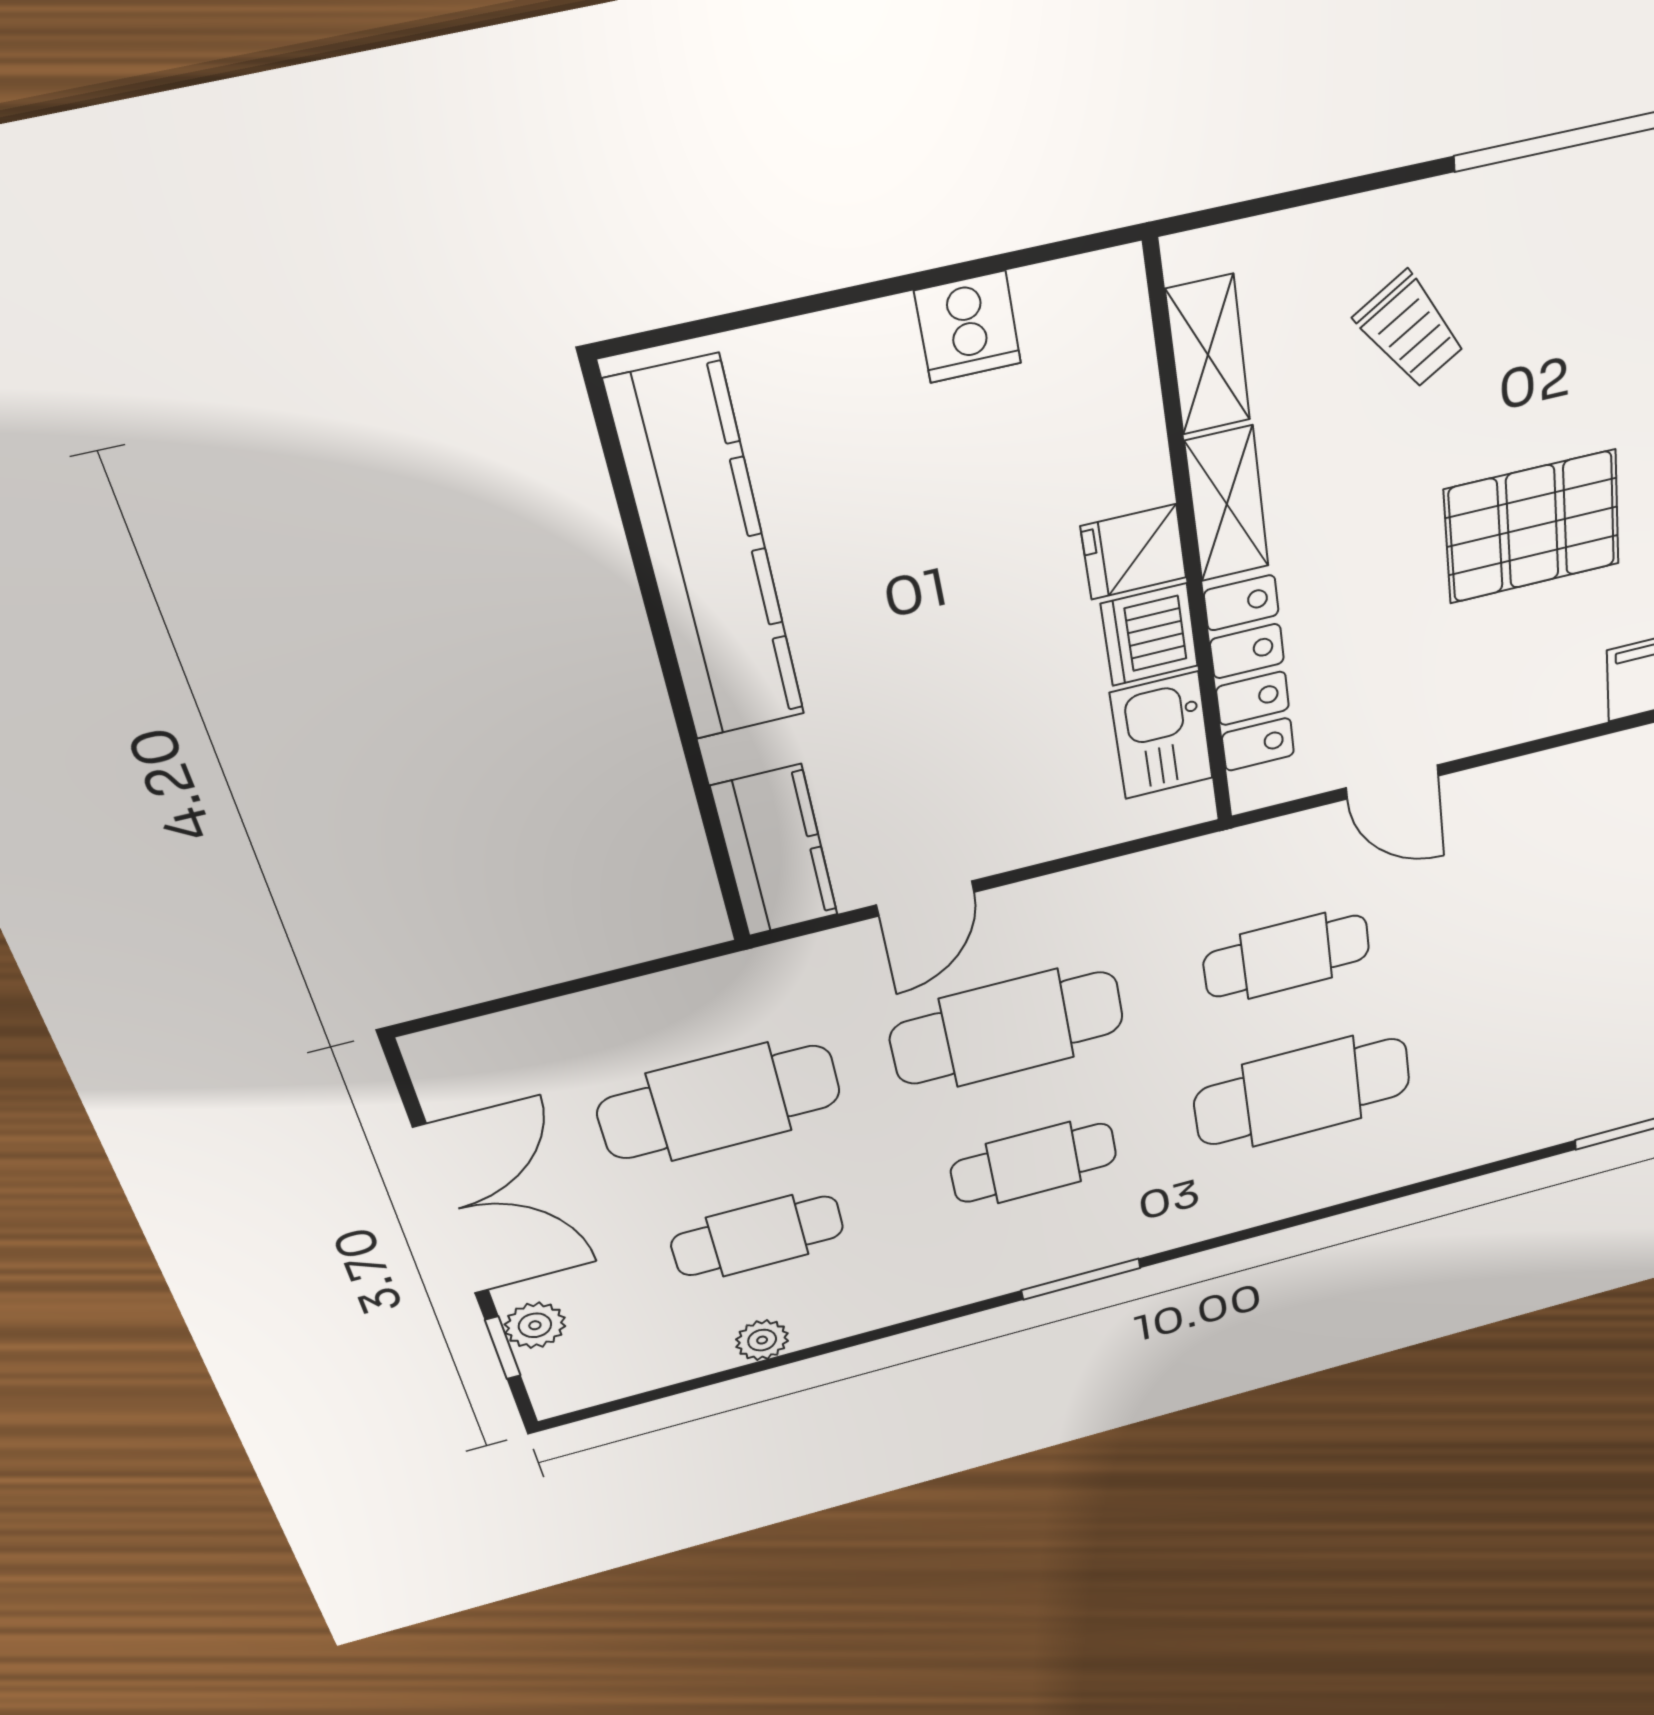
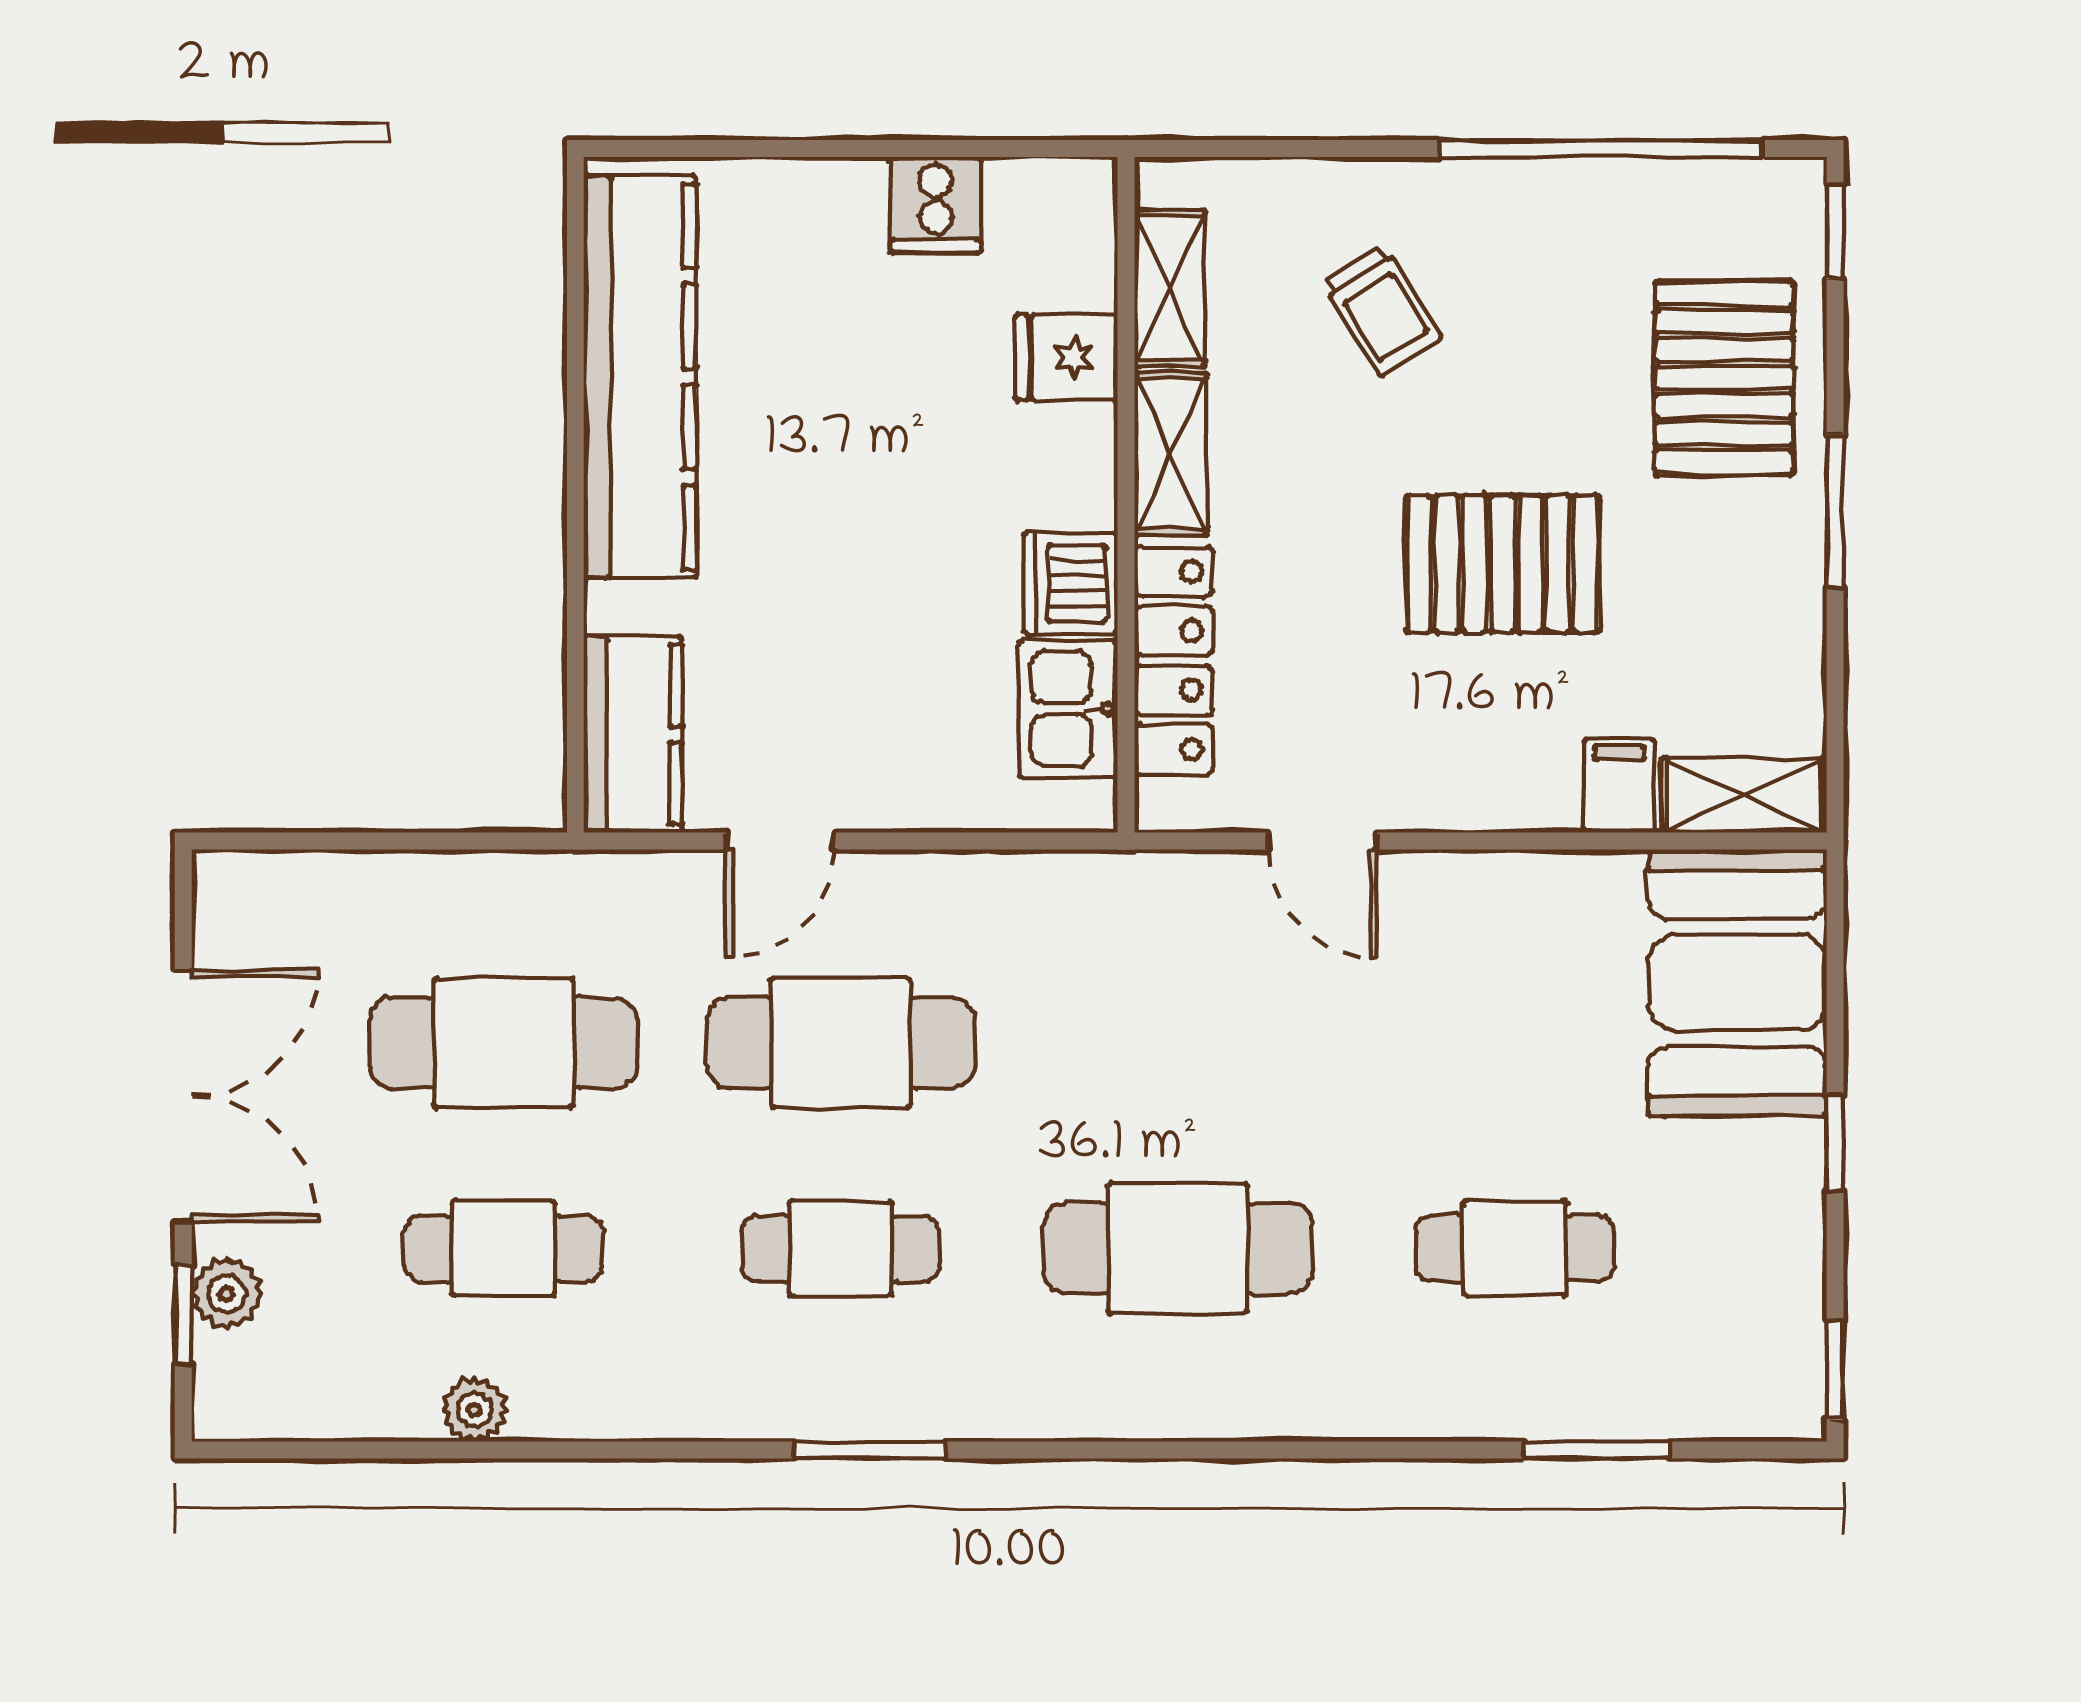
fridge: (1134, 552) -> (1066, 357), moved
cafe table: (1286, 956) -> (1515, 1248), moved

